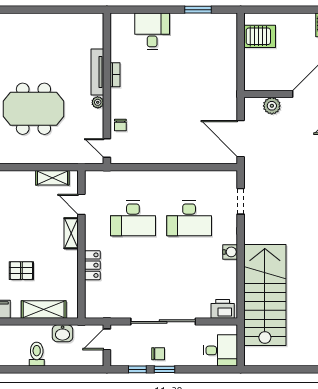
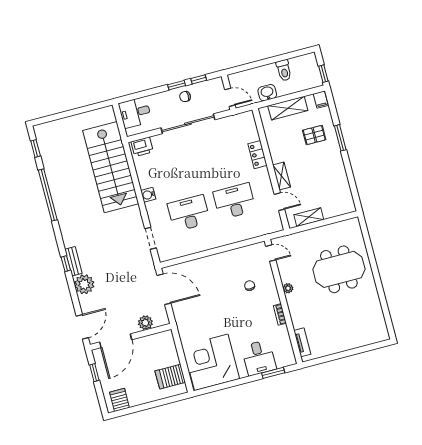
window: (198, 10) -> (273, 373), moved
corner desk: (208, 40) -> (211, 362), added
tv unit: (97, 72) -> (302, 342), moved, width x0.71
chair: (120, 125) -> (250, 286), moved
door: (107, 339) -> (230, 97), hinge flipped

